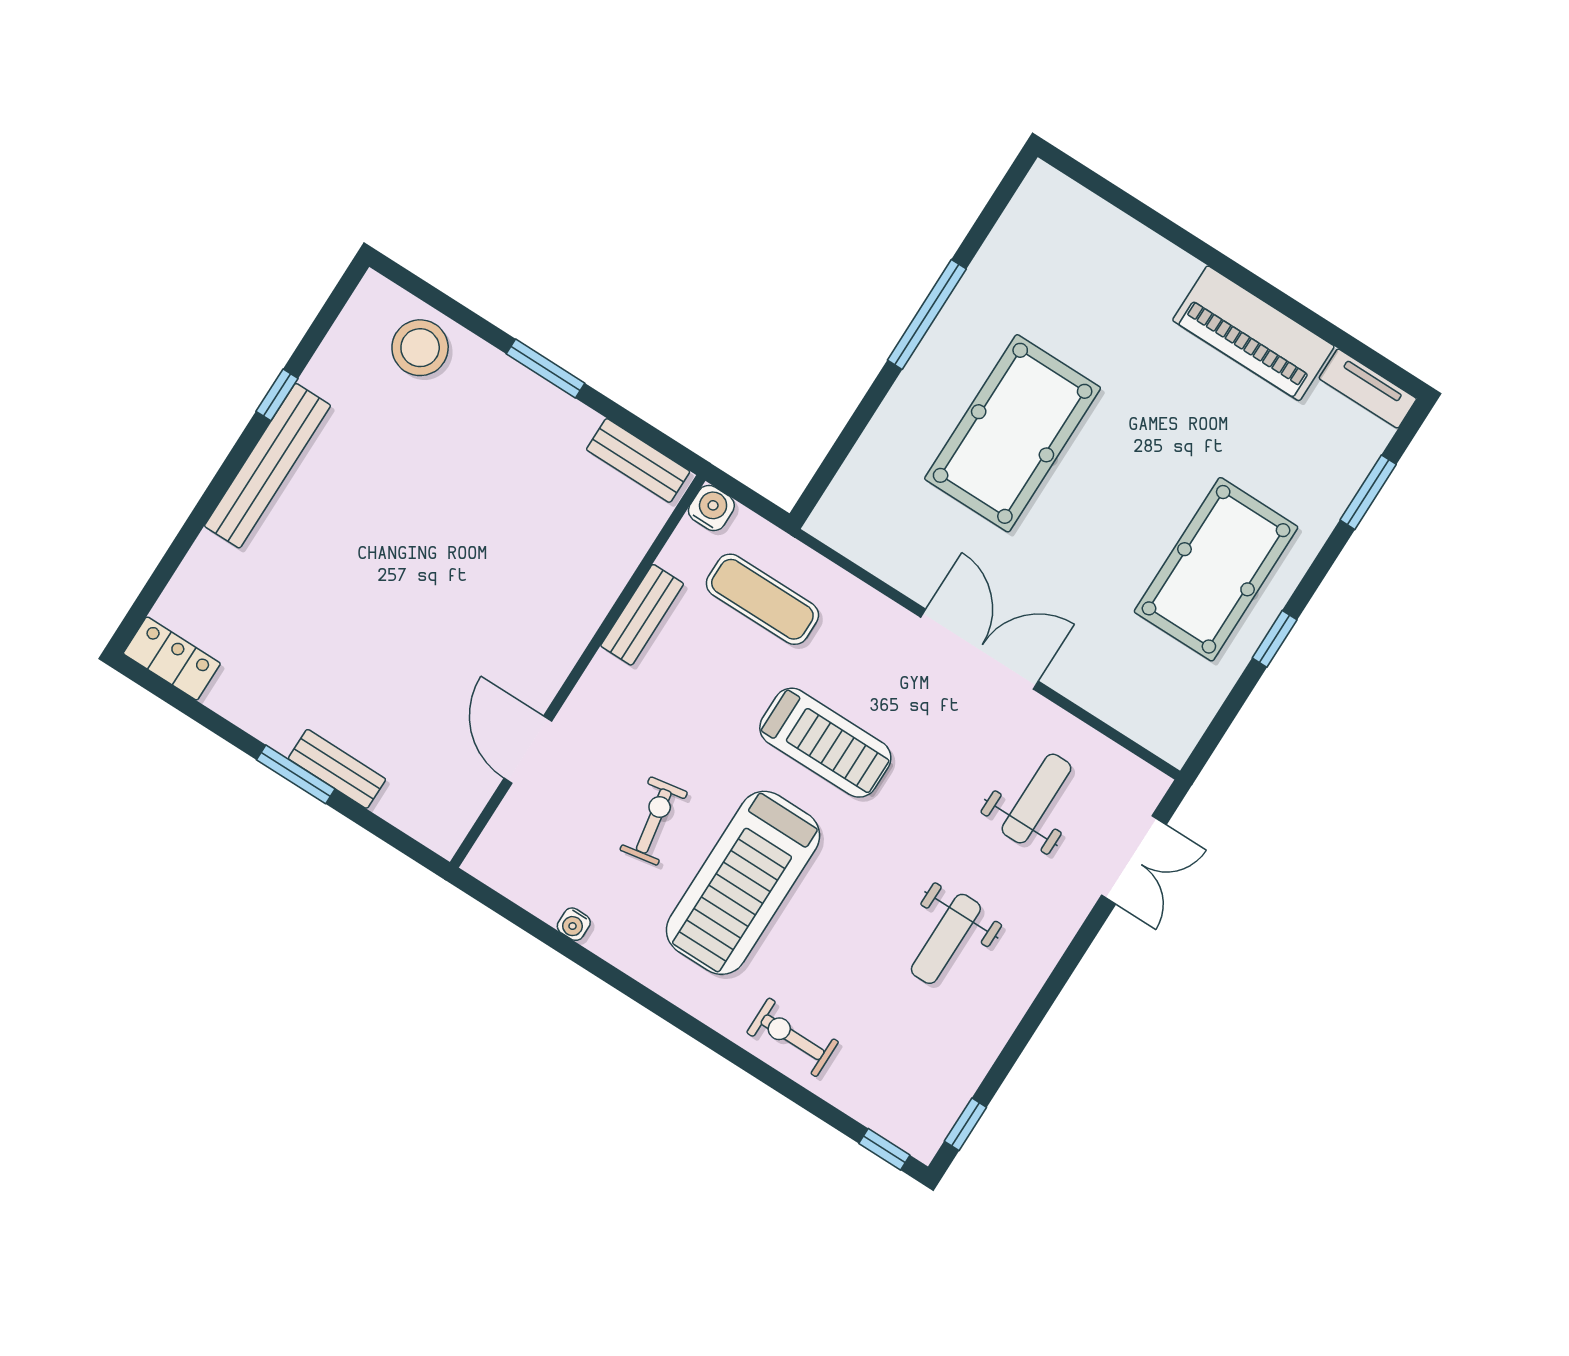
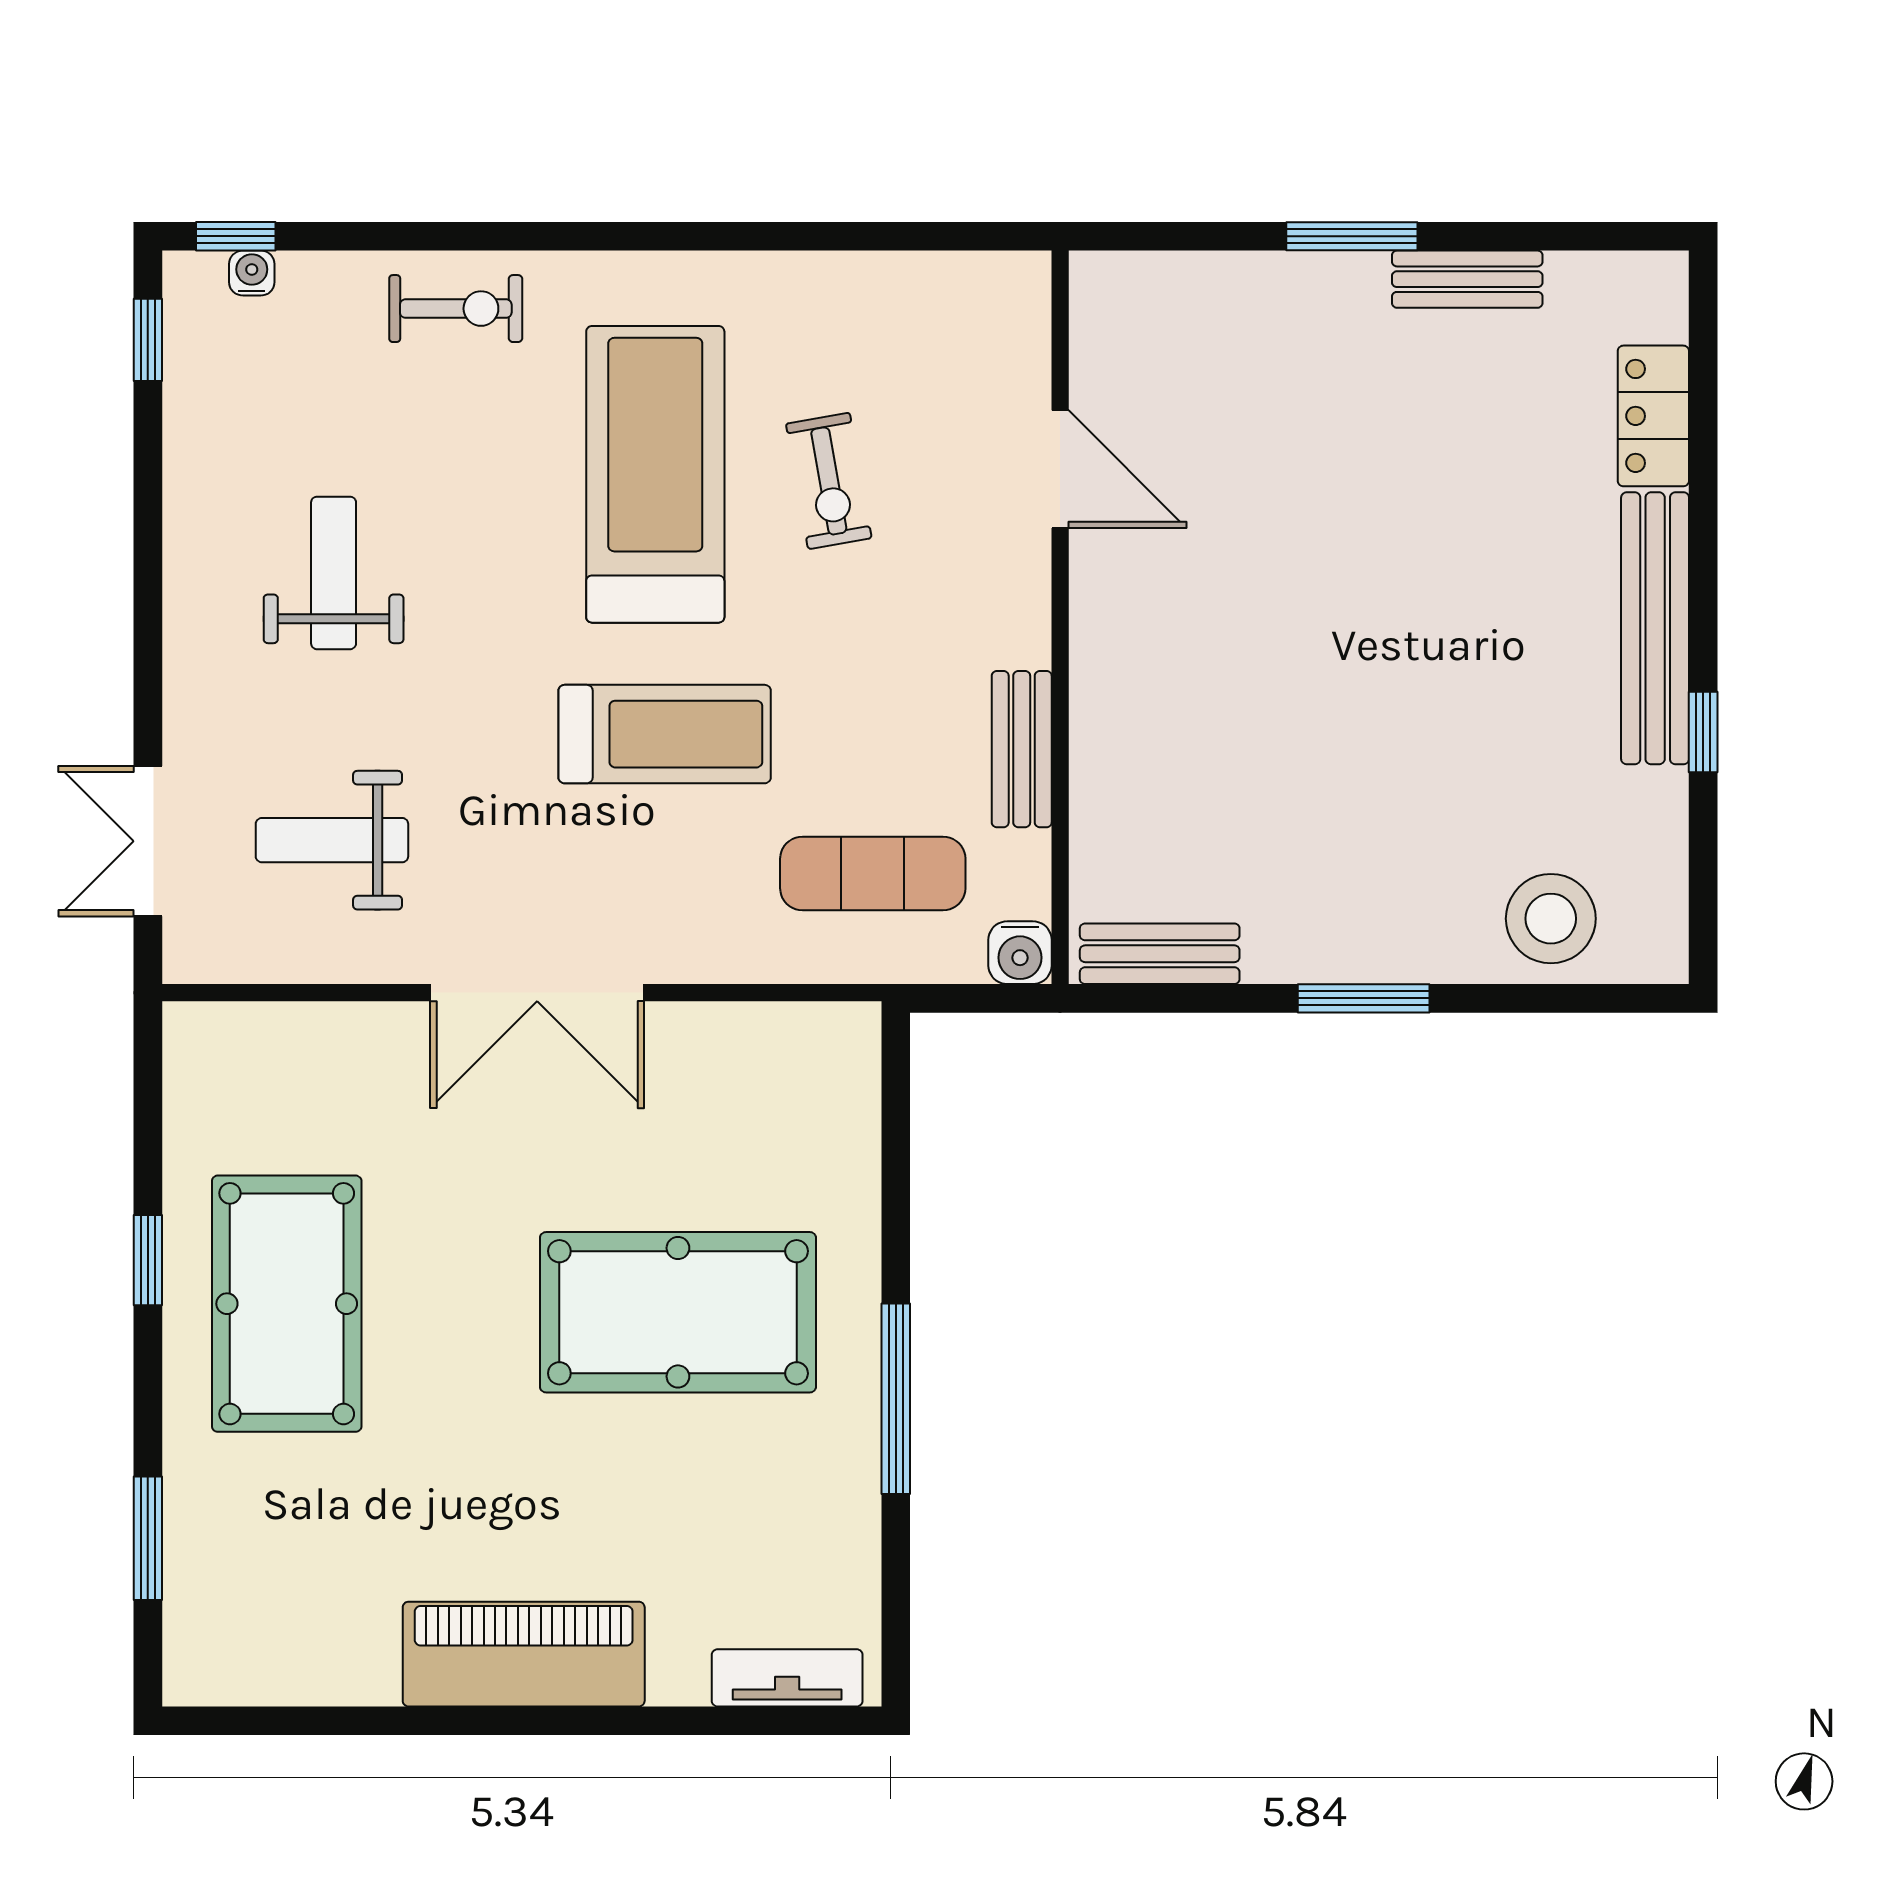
piano: (1253, 333) -> (524, 1654), moved
tv unit: (1368, 389) -> (787, 1678), moved
pool table: (1013, 433) -> (678, 1312), turned 90
locker: (172, 658) -> (1653, 416), moved, turned 90
treadmill: (825, 743) -> (665, 734), turned 180
bench: (337, 769) -> (1467, 279), moved
weight bench: (1036, 799) -> (332, 840), turned 90
water cooler: (574, 924) -> (252, 273), moved

